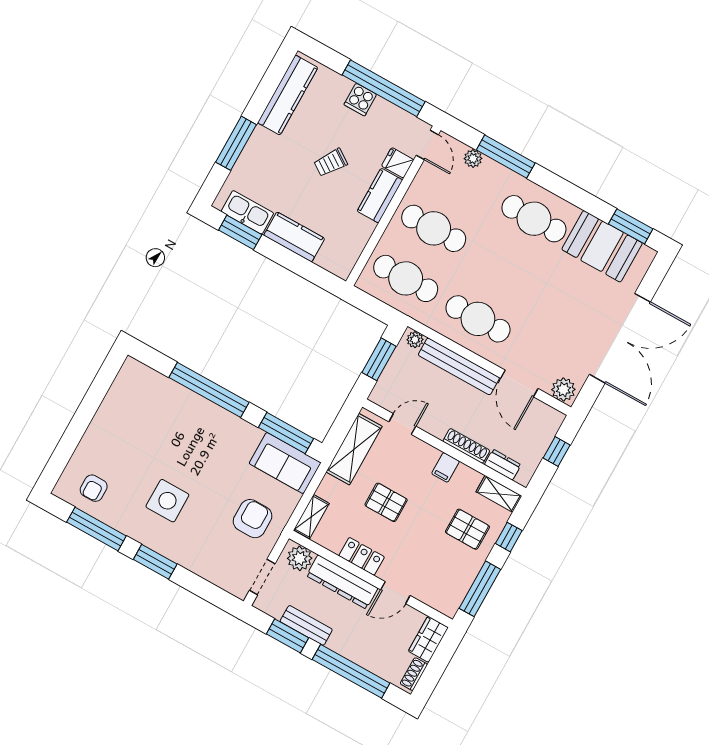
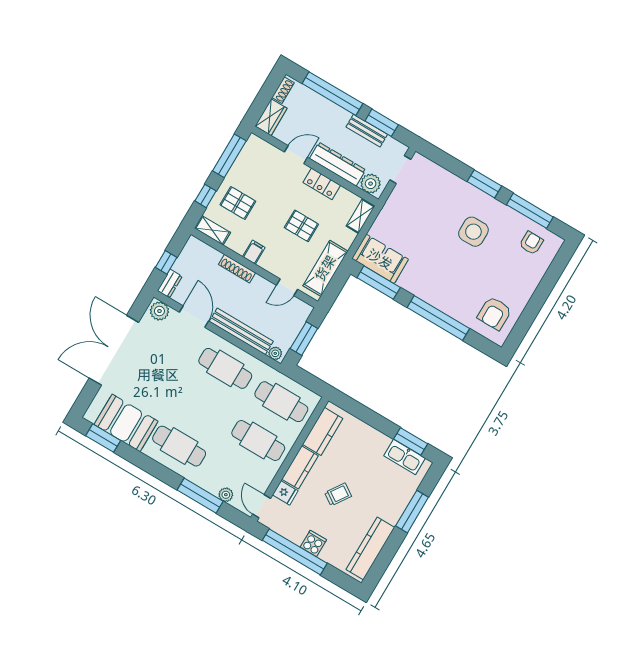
kitchen counter: (294, 237) -> (323, 431), moved, turned -90
dresser: (503, 465) -> (170, 284), moved, turned -90
armchair: (253, 519) -> (494, 313), moved

